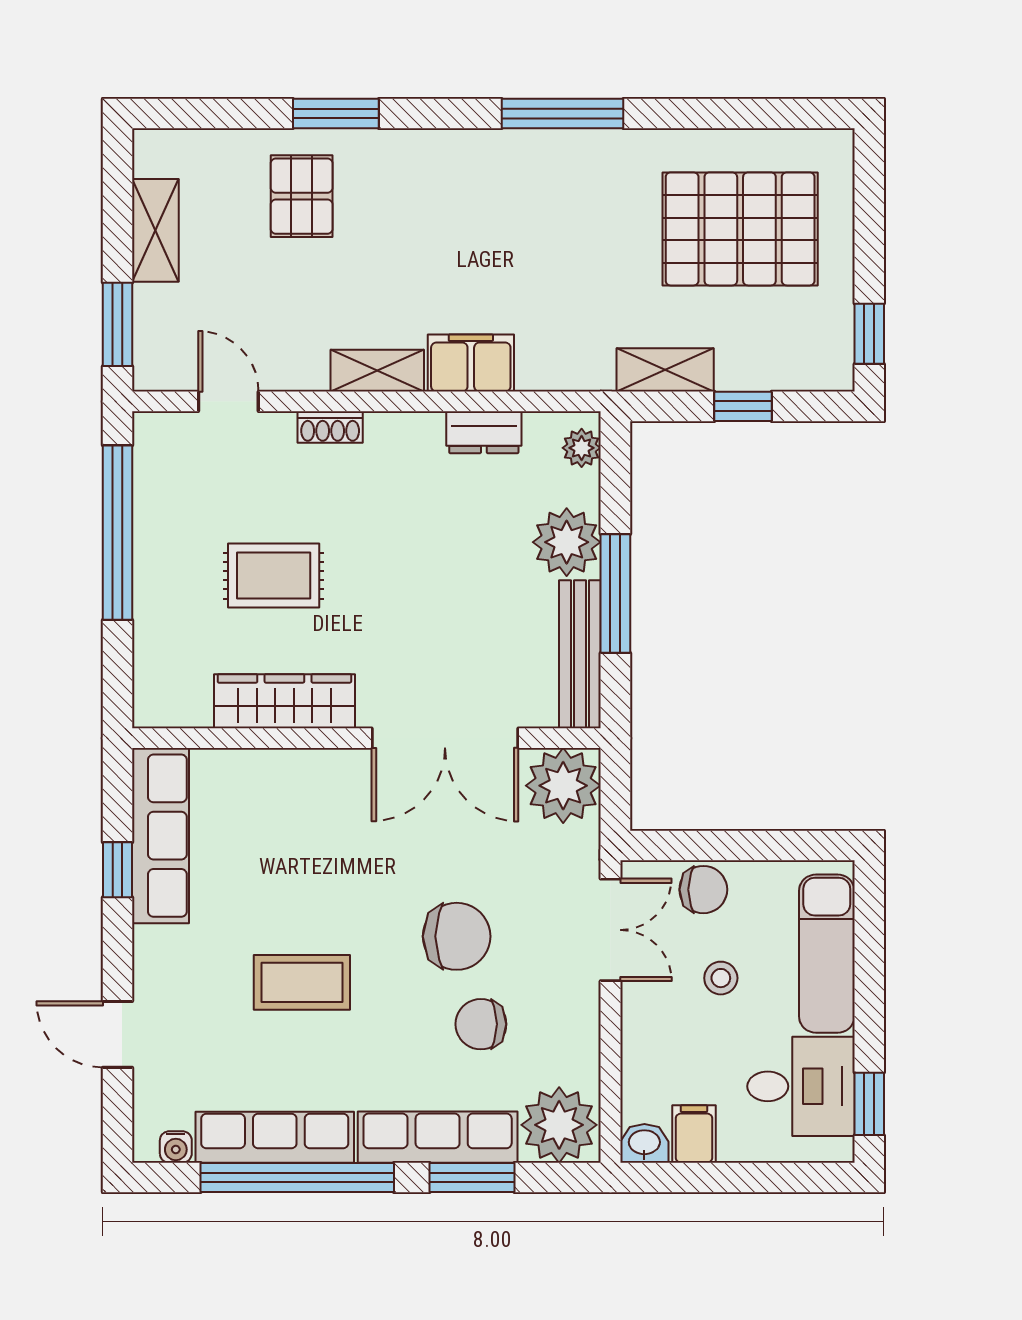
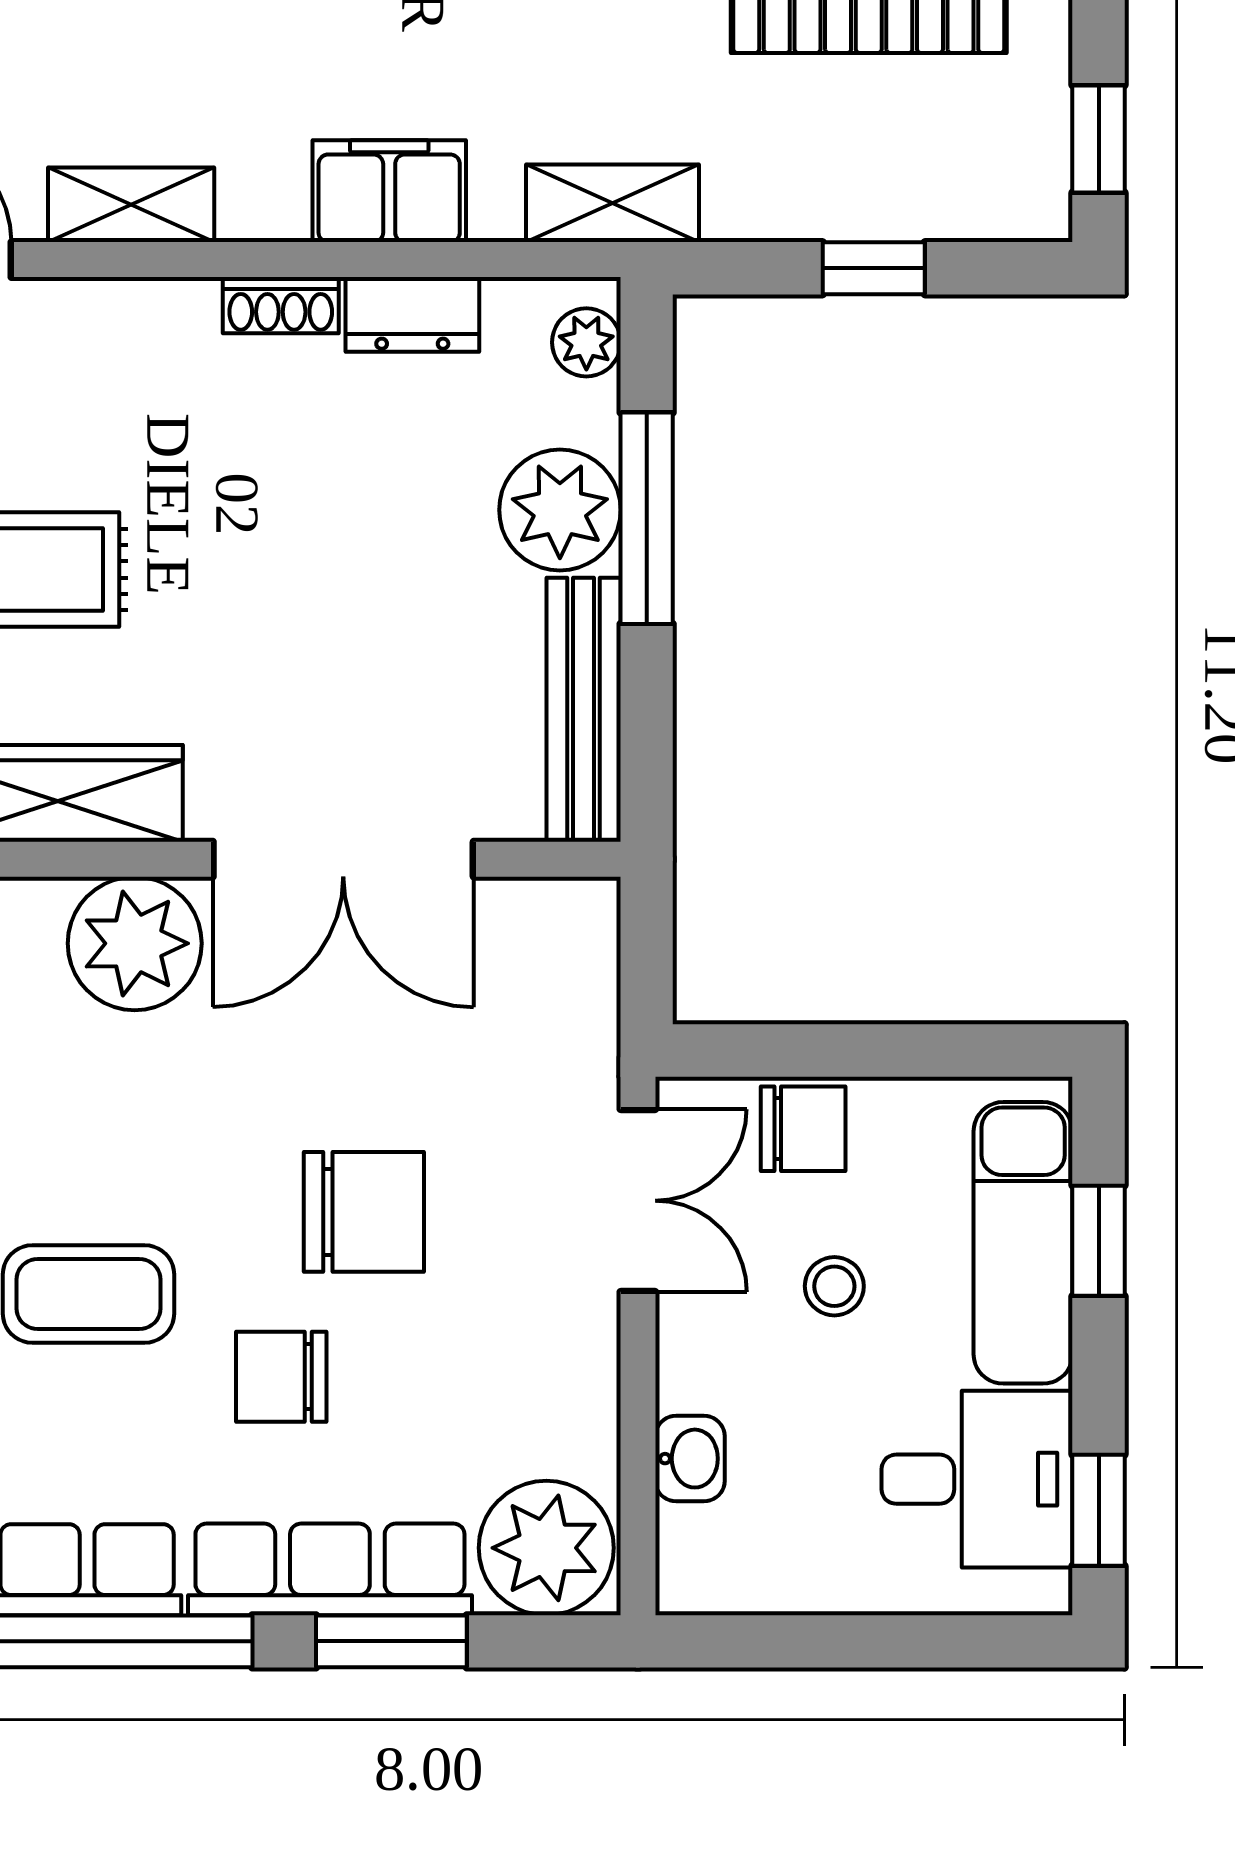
shelving: (665, 370) -> (612, 203), moved
shelving: (377, 371) -> (131, 205), moved
shoe rack: (330, 427) -> (281, 305), moved
window: (615, 594) -> (647, 518), moved
plant: (563, 786) -> (135, 943), moved
window: (869, 952) -> (1099, 1241), added
chair: (481, 1024) -> (281, 1377), moved
filing cabinet: (694, 1134) -> (787, 1564), removed
washbasin: (644, 1143) -> (690, 1459), moved, turned 90

